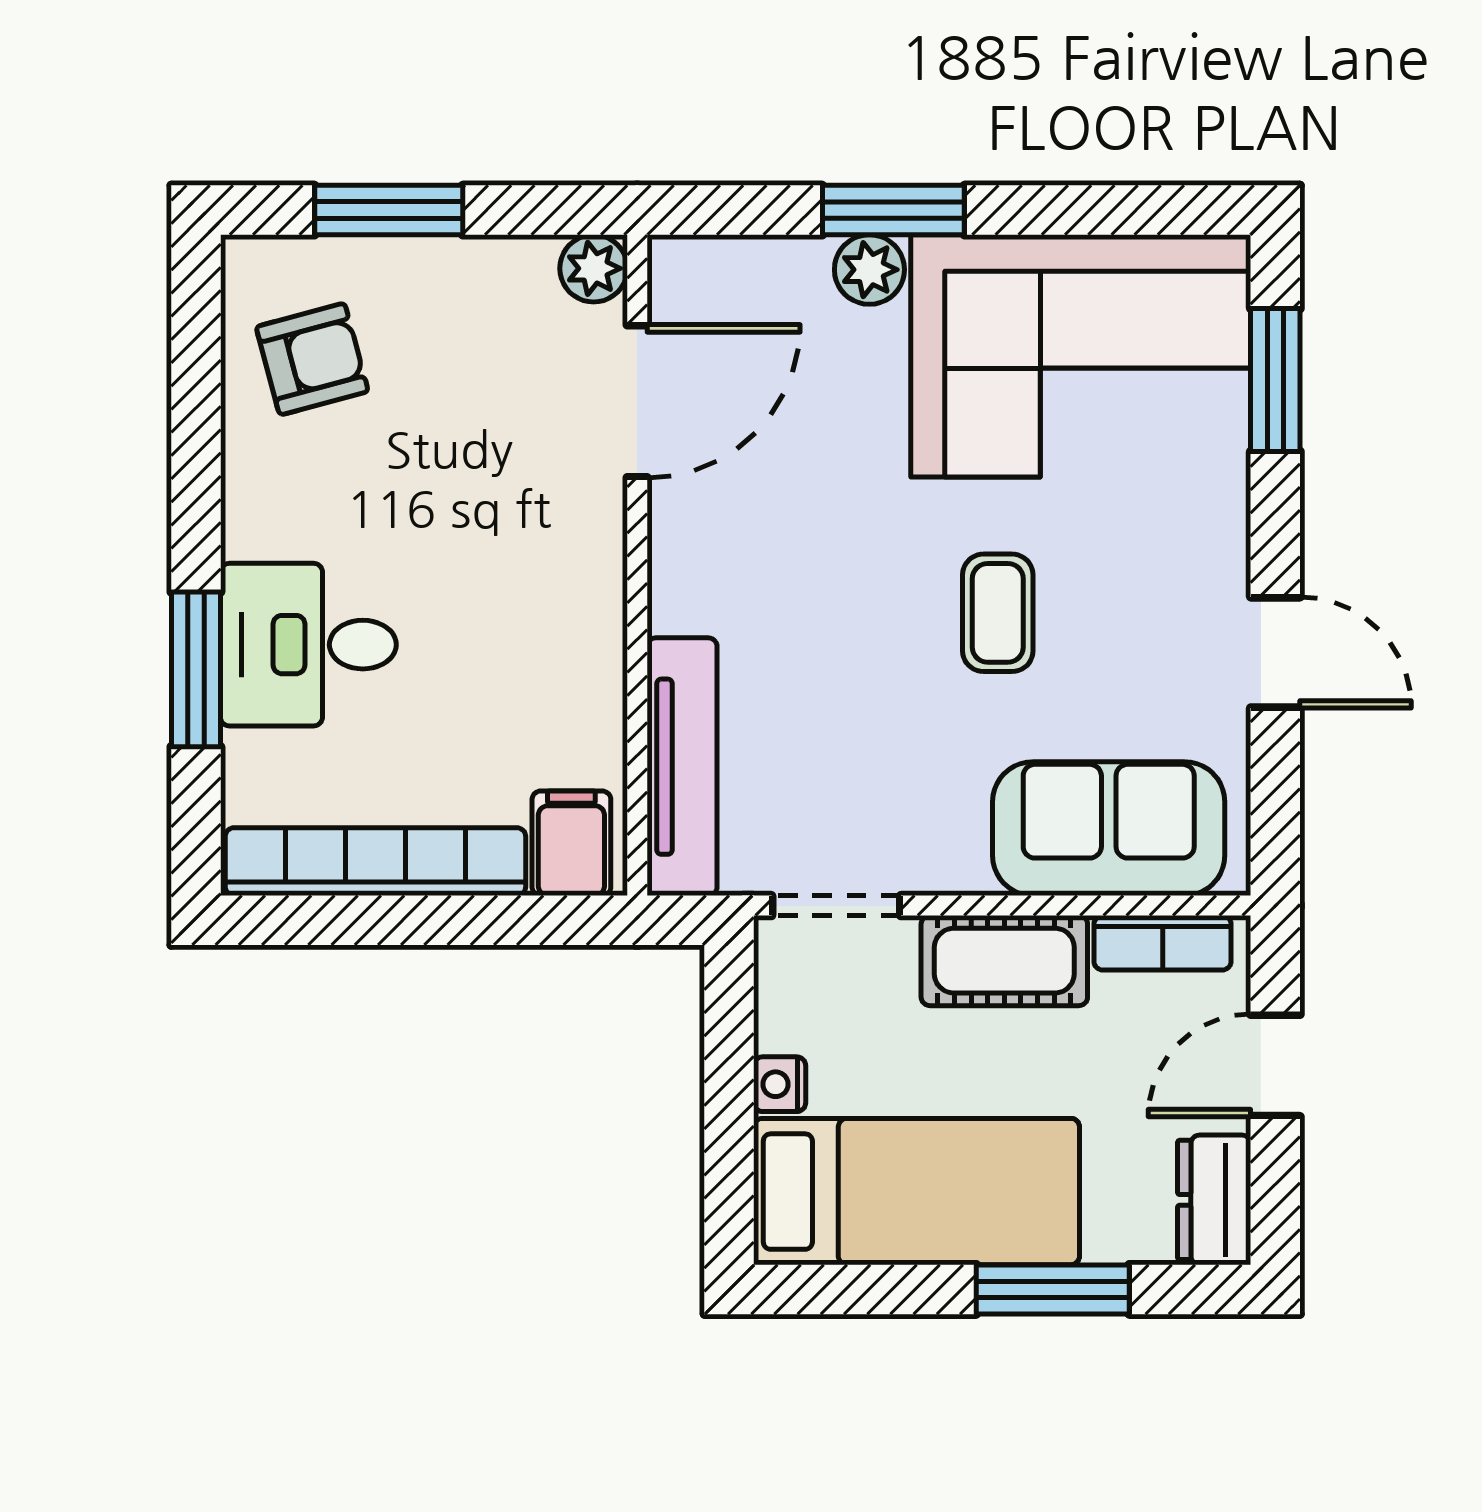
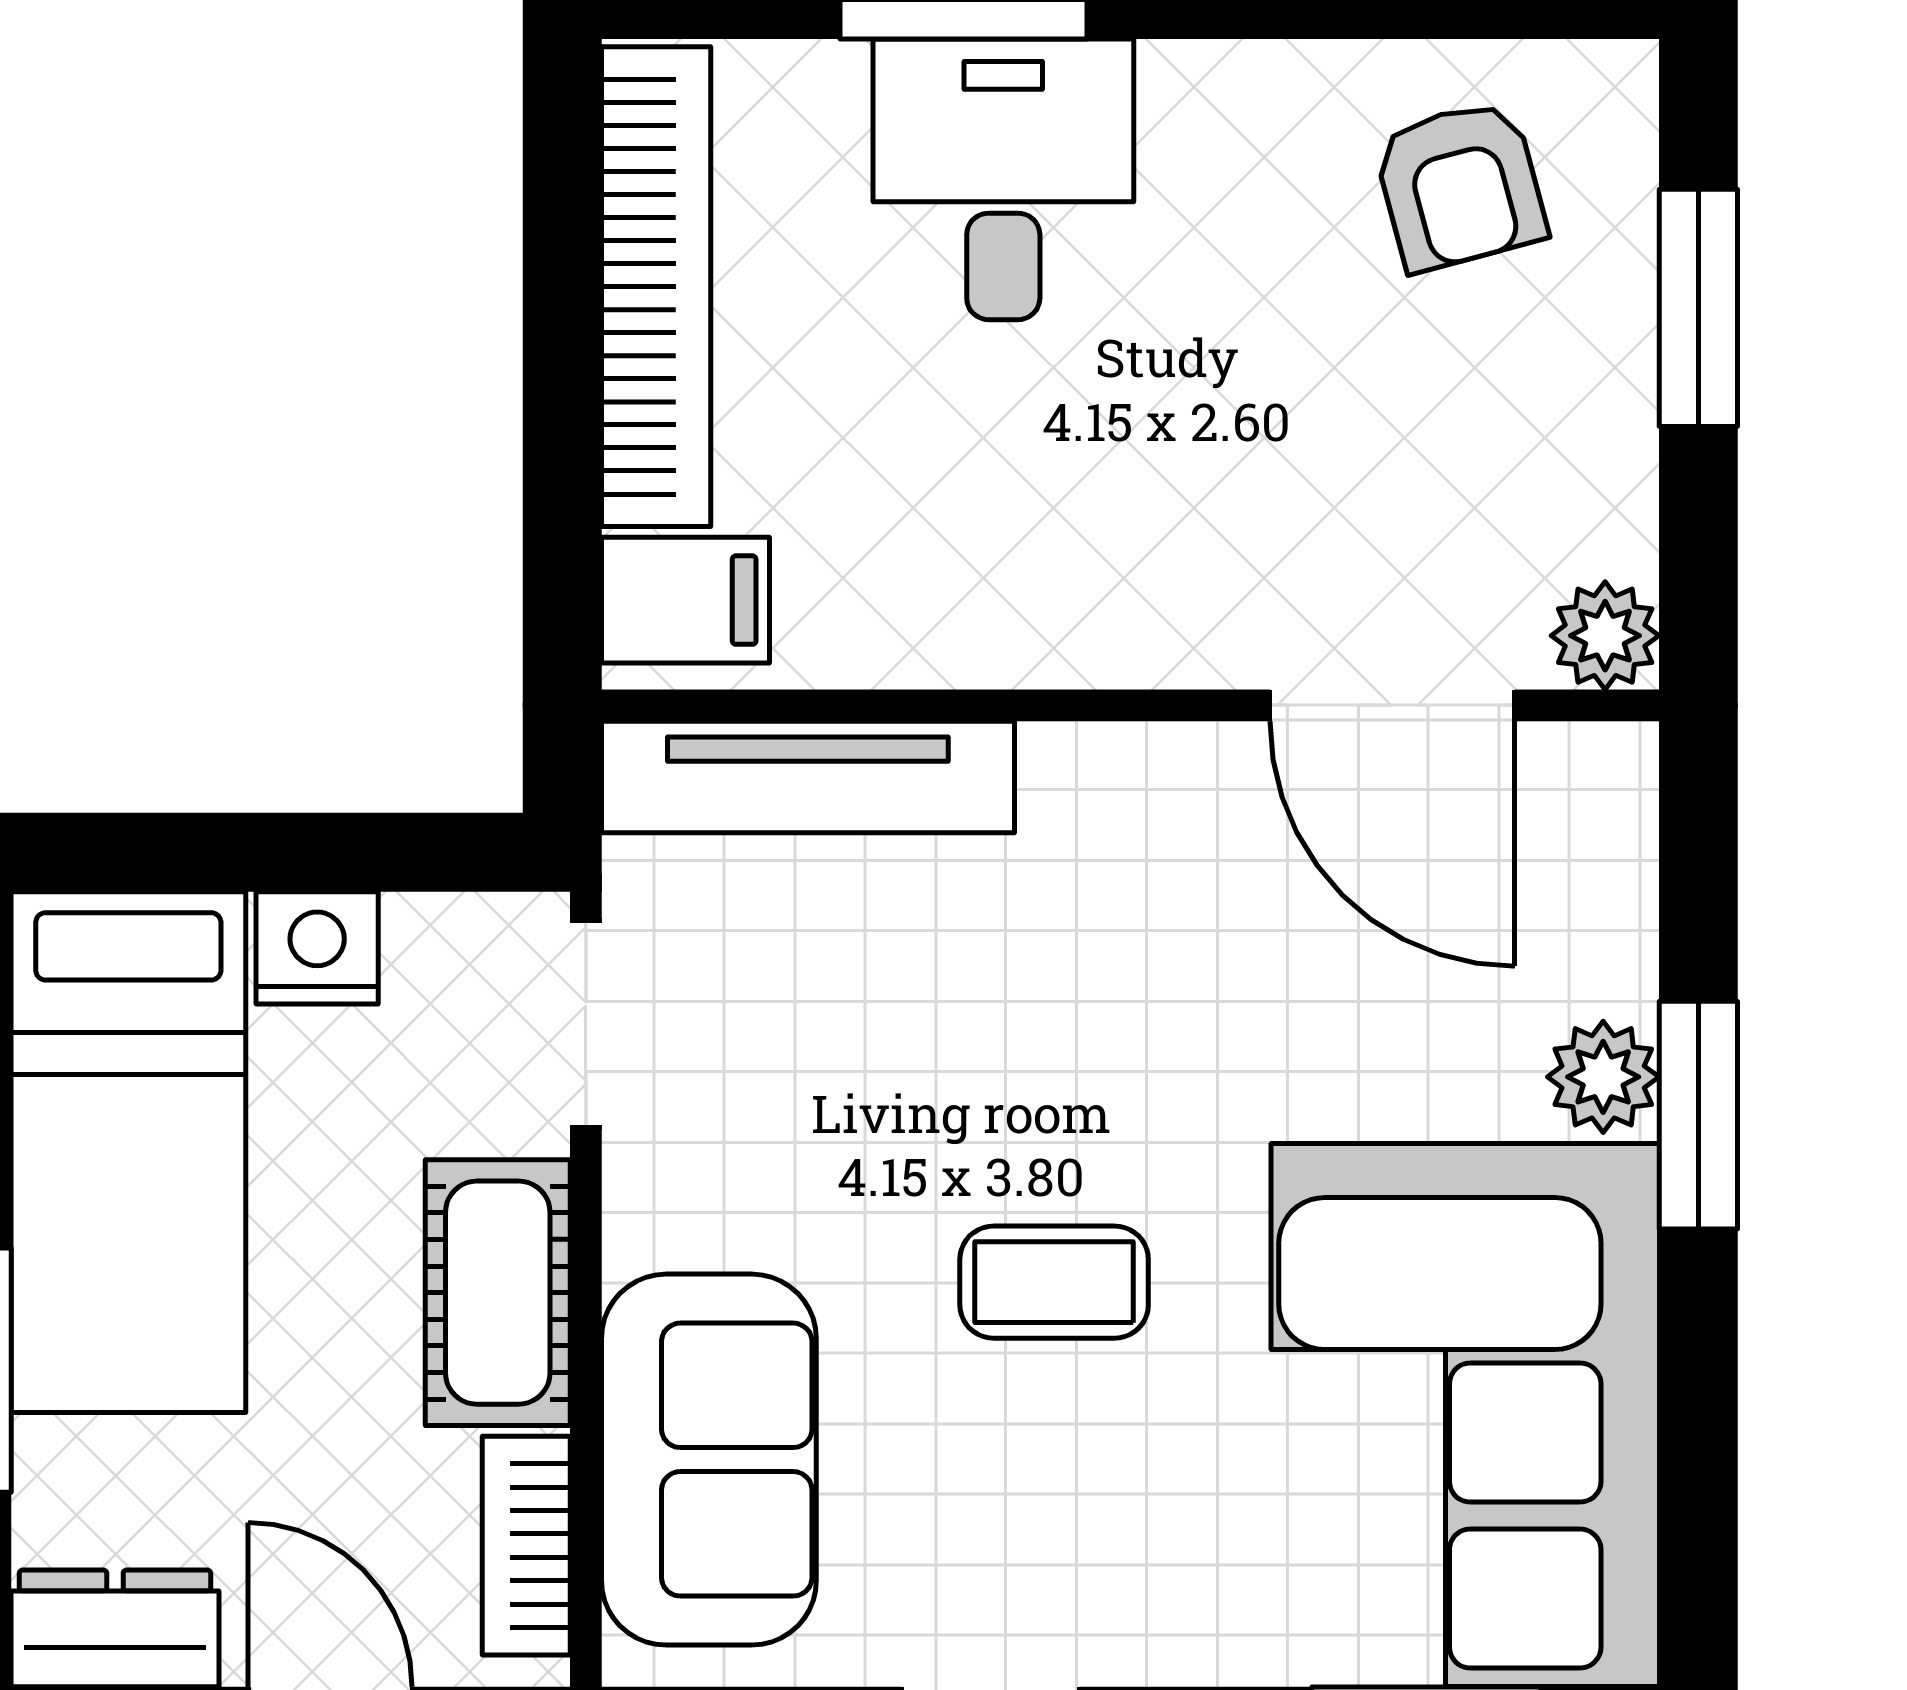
nightstand: (780, 1084) -> (317, 948), width x1.39, depth x1.35

